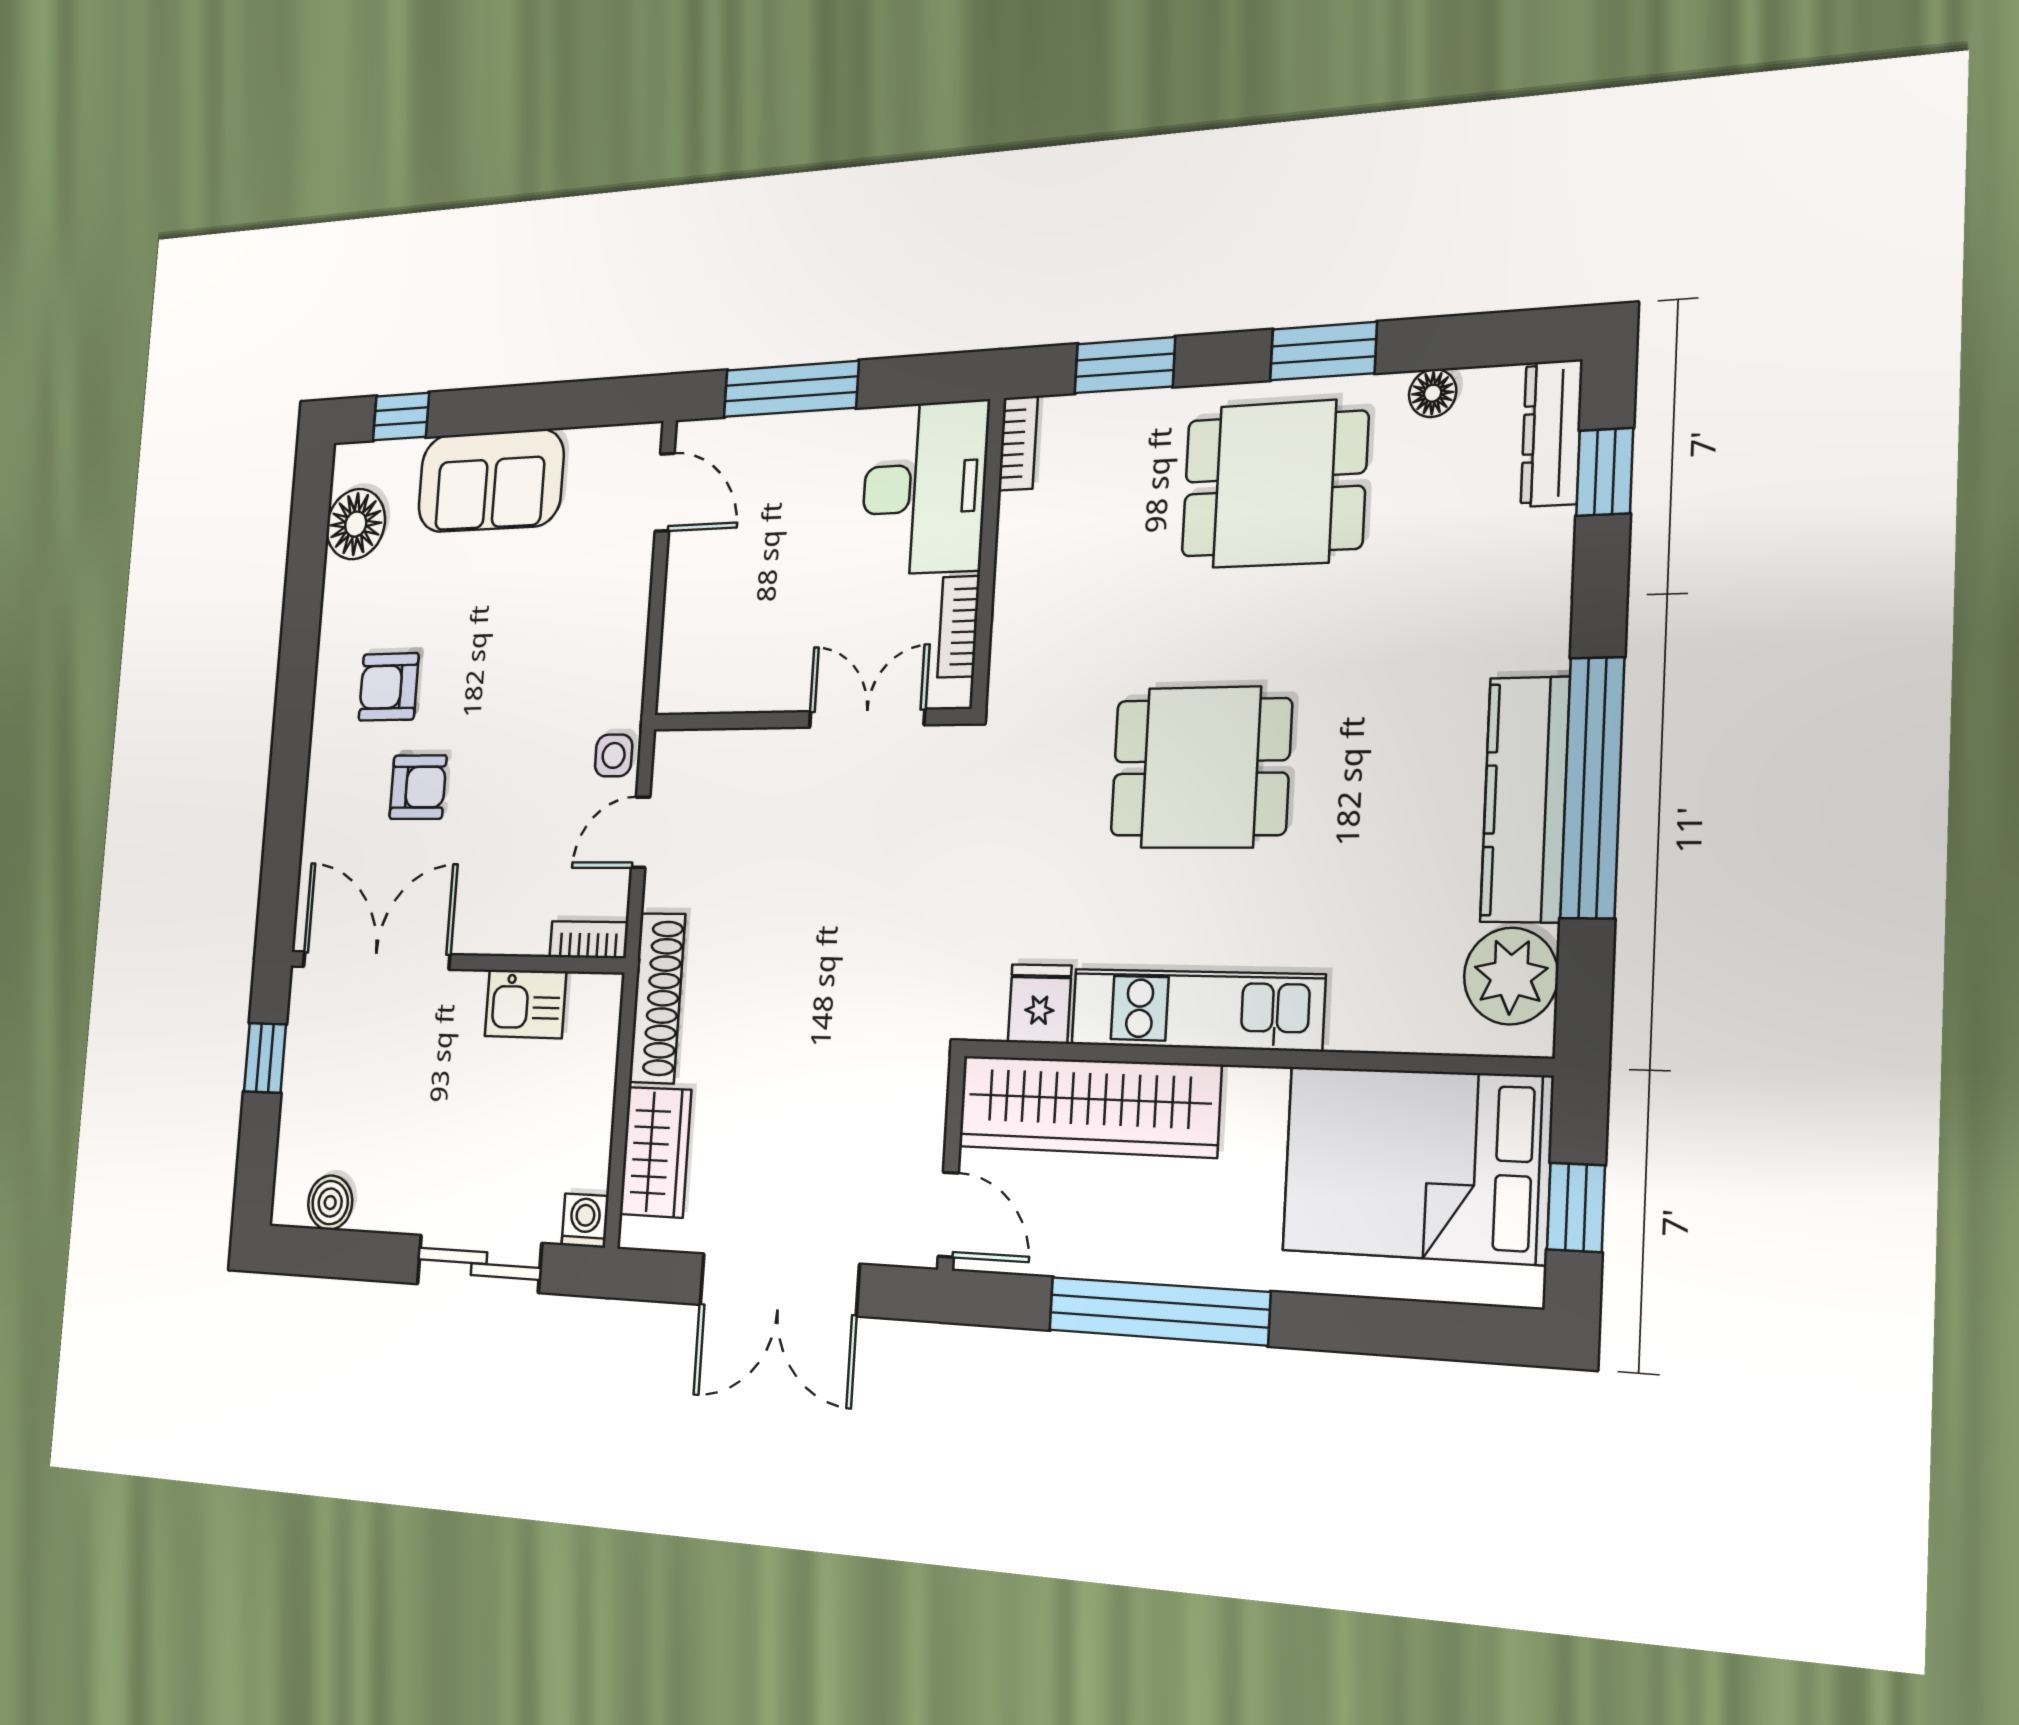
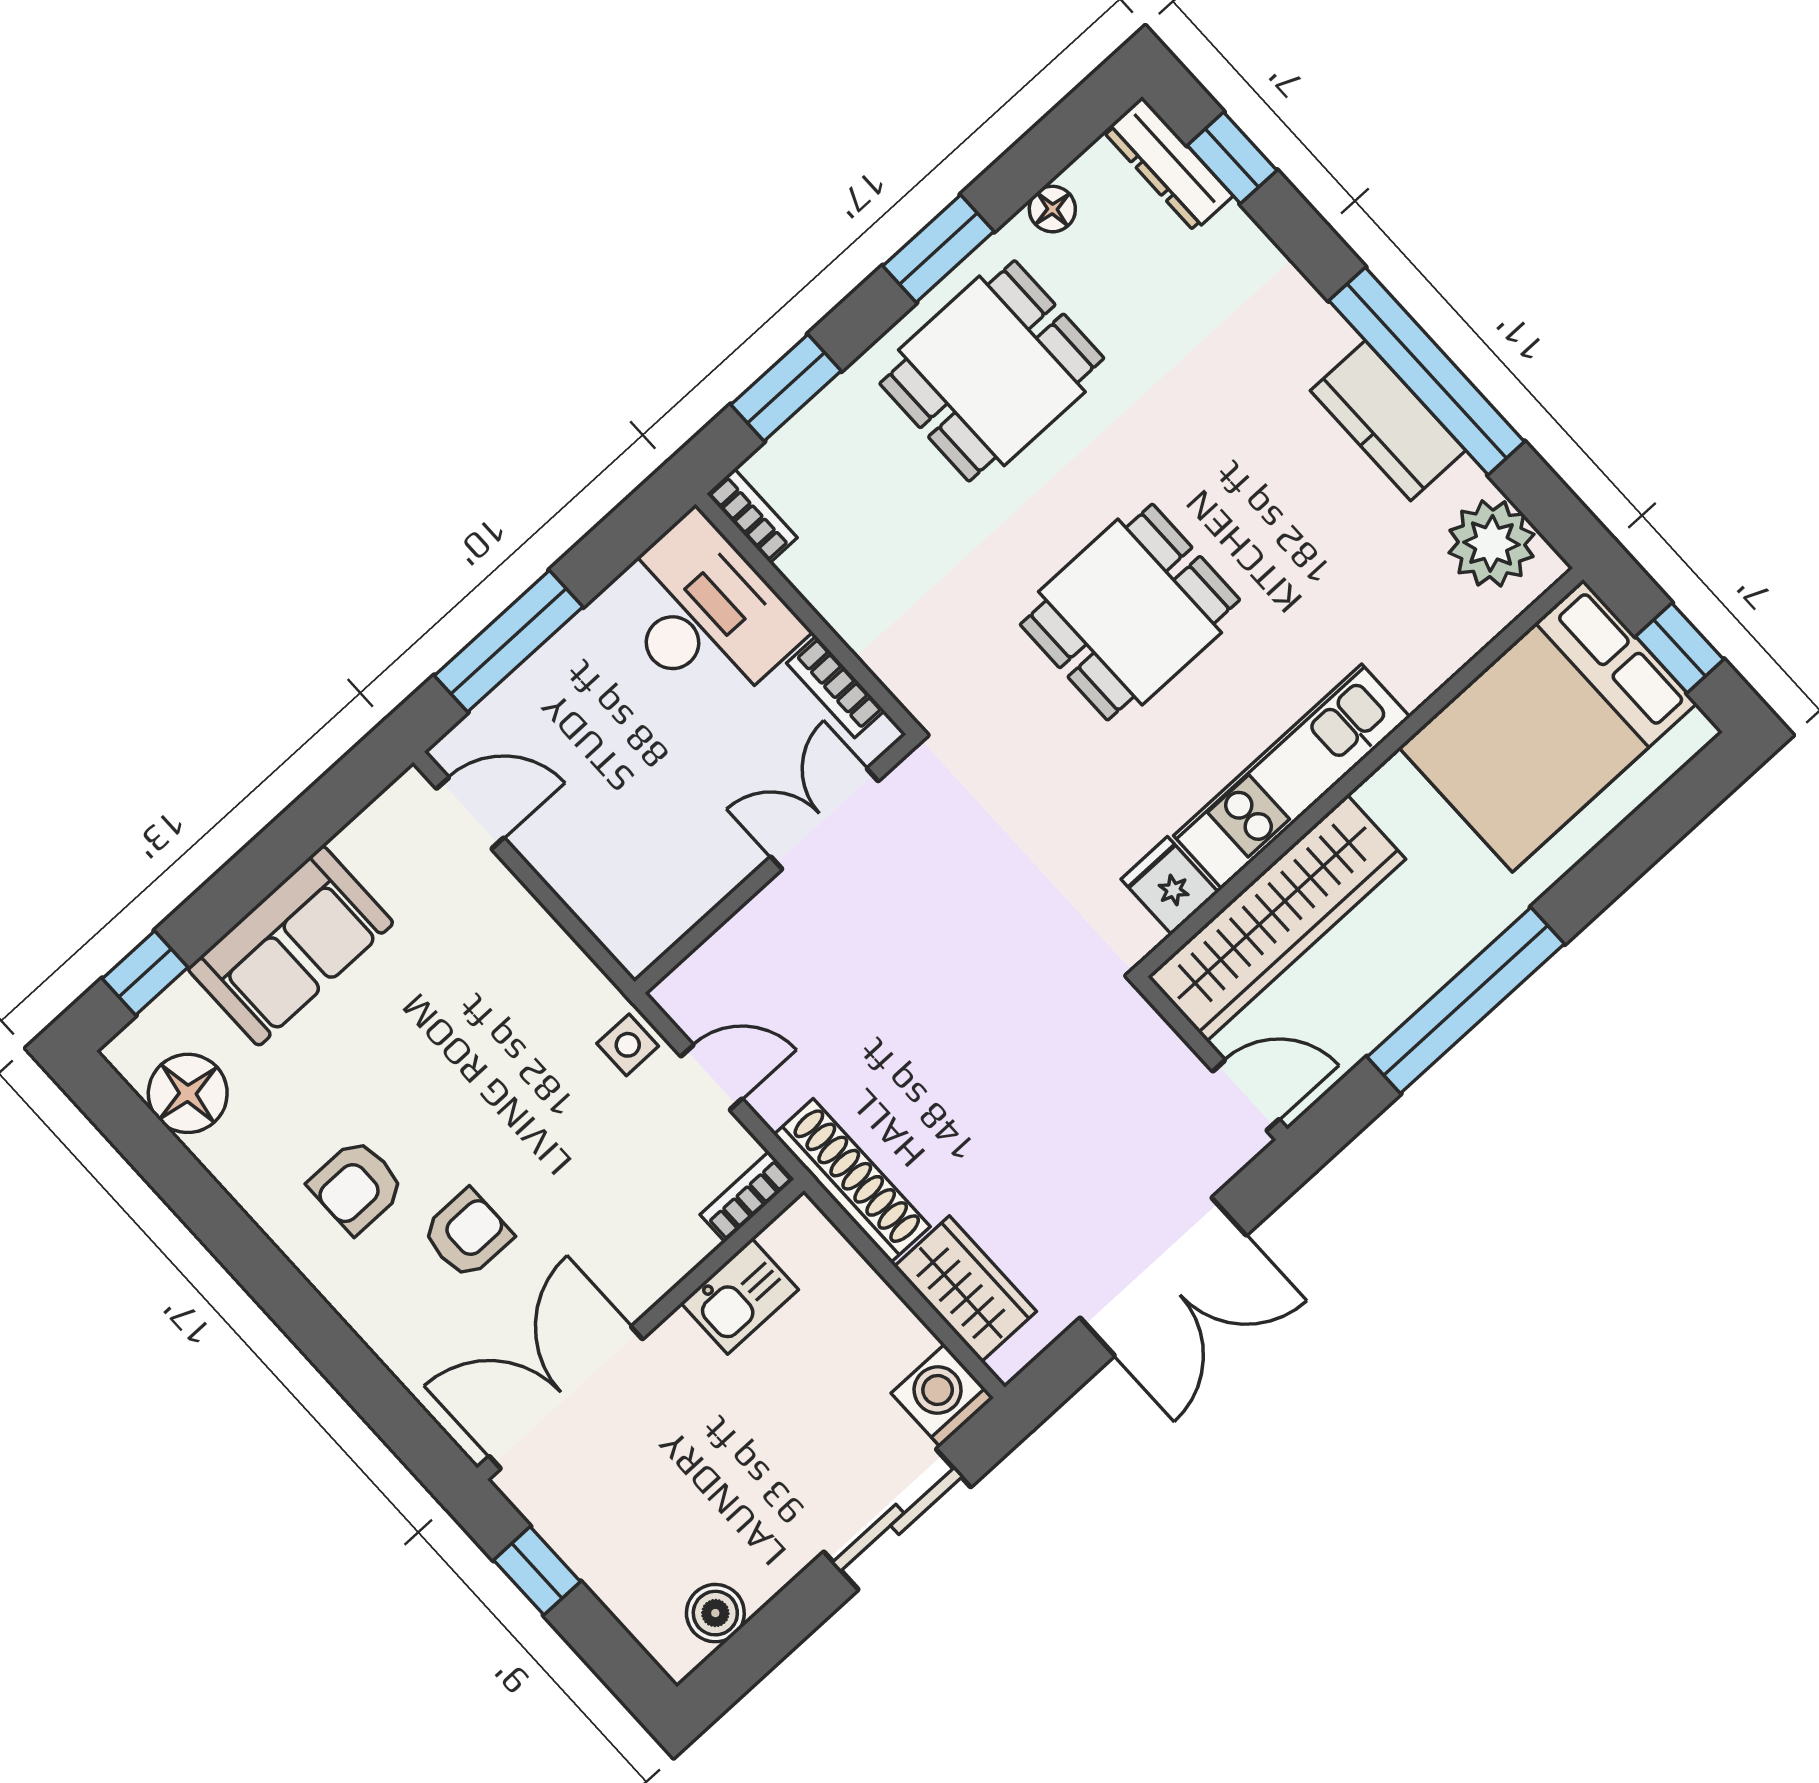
kitchen counter: (1525, 799) -> (1388, 421), width x0.67
door: (641, 832) -> (712, 1078), swing flipped
washing machine: (585, 1221) -> (942, 1395), width x1.38, depth x1.38

